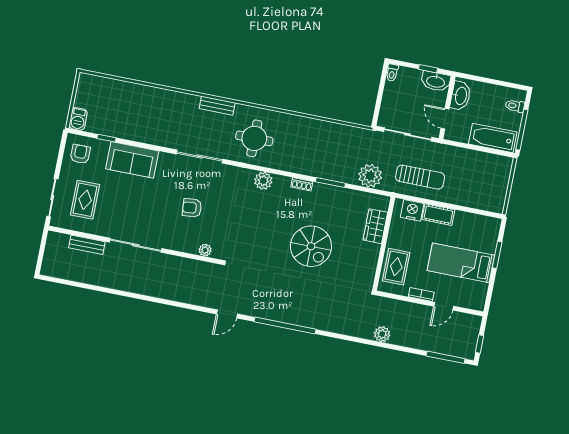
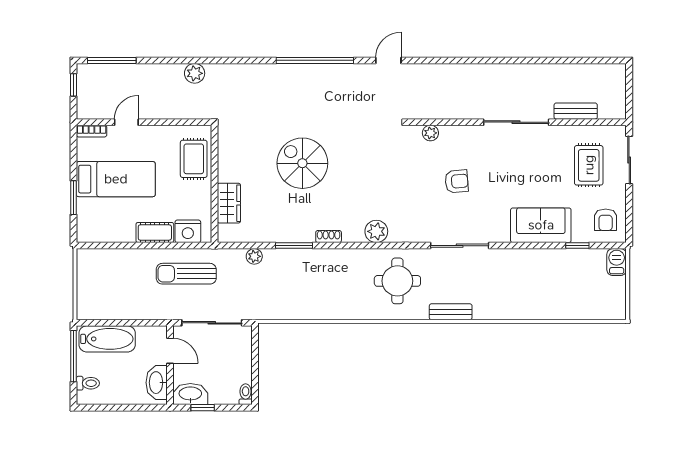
plant: (370, 176) -> (254, 256), width x0.53, depth x0.53
bookcase: (421, 294) -> (92, 131), moved

